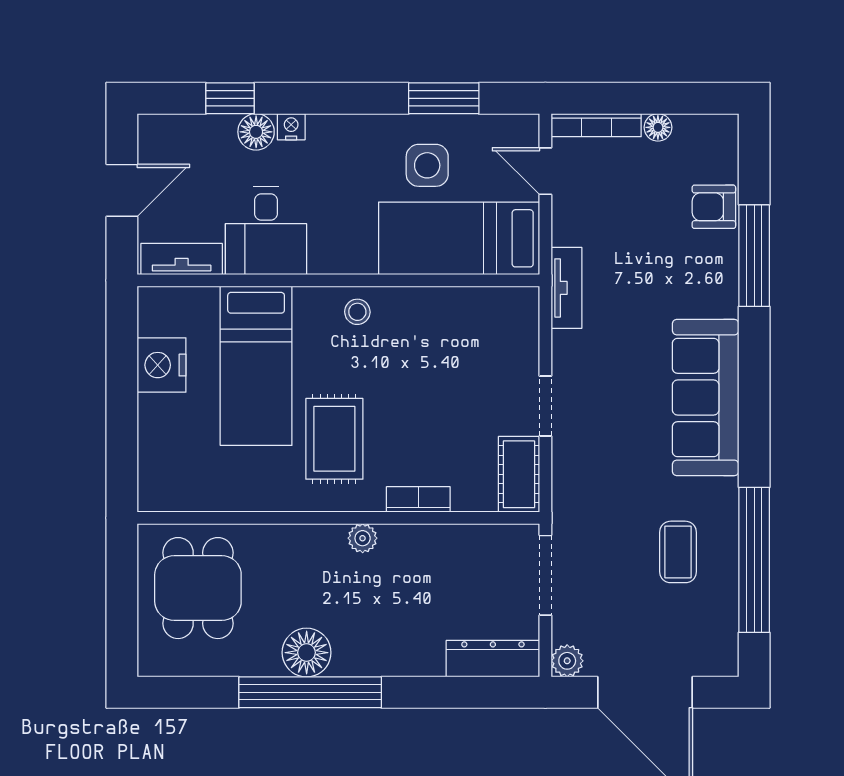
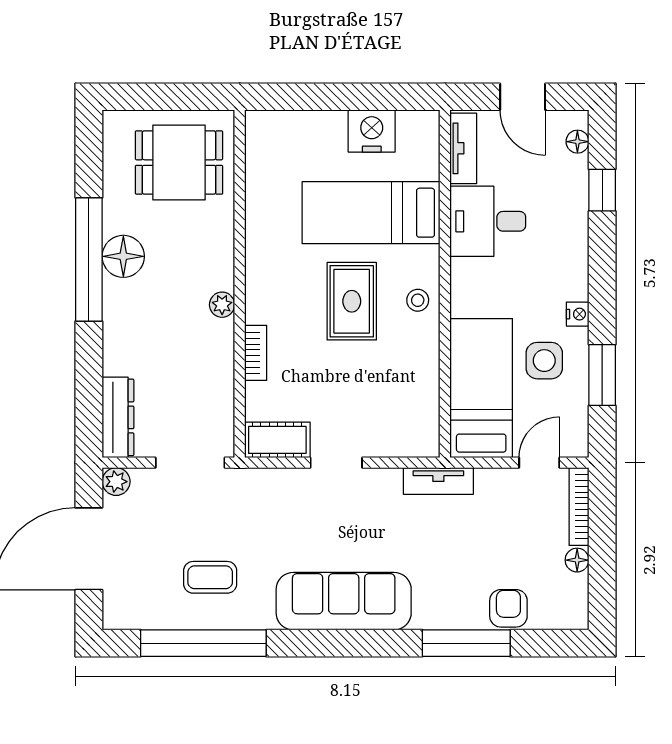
nightstand: (291, 127) -> (578, 314), moved
floor lamp: (256, 132) -> (577, 142), moved, width x0.73, depth x0.73
rug: (334, 439) -> (352, 301), moved, turned 90

